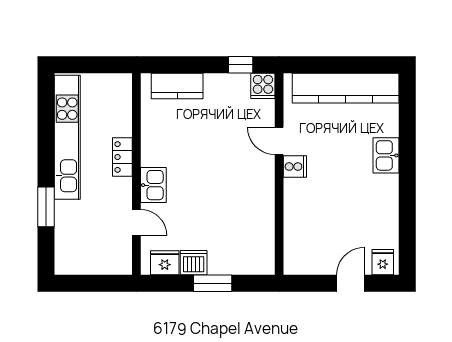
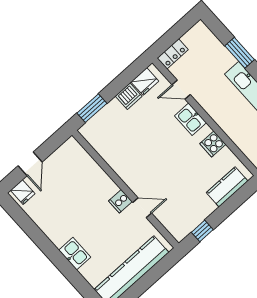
cooker: (263, 86) -> (213, 144), moved, turned -90
locker: (122, 157) -> (173, 54), moved, turned 90
window: (213, 283) -> (92, 108), moved

